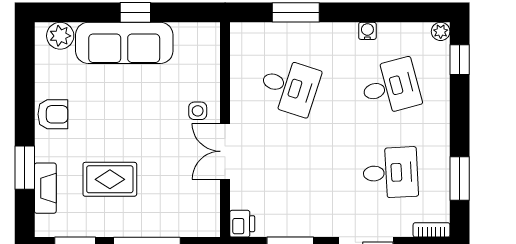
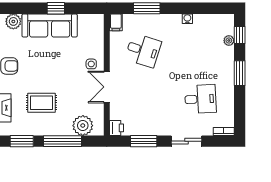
plant: (441, 31) -> (229, 41), moved
filing cabinet: (241, 37) -> (116, 22), added
desk: (390, 87) -> (200, 50), removed
window: (460, 178) -> (240, 73), moved
plant: (183, 219) -> (83, 126), added

